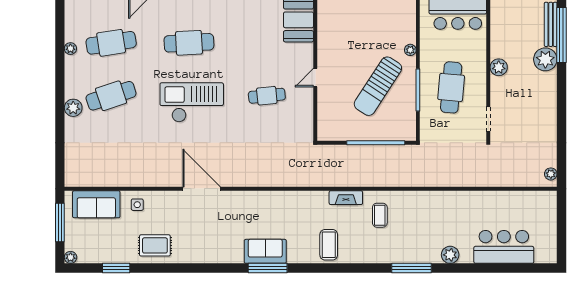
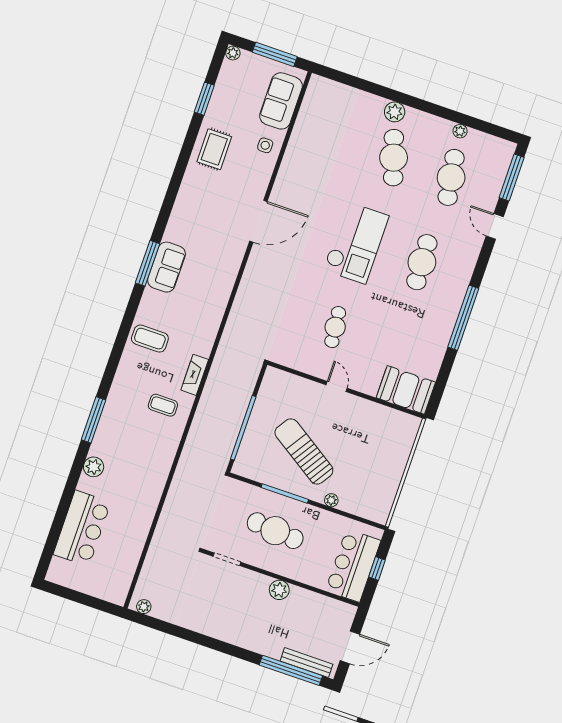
plant: (545, 59) -> (270, 644), removed

